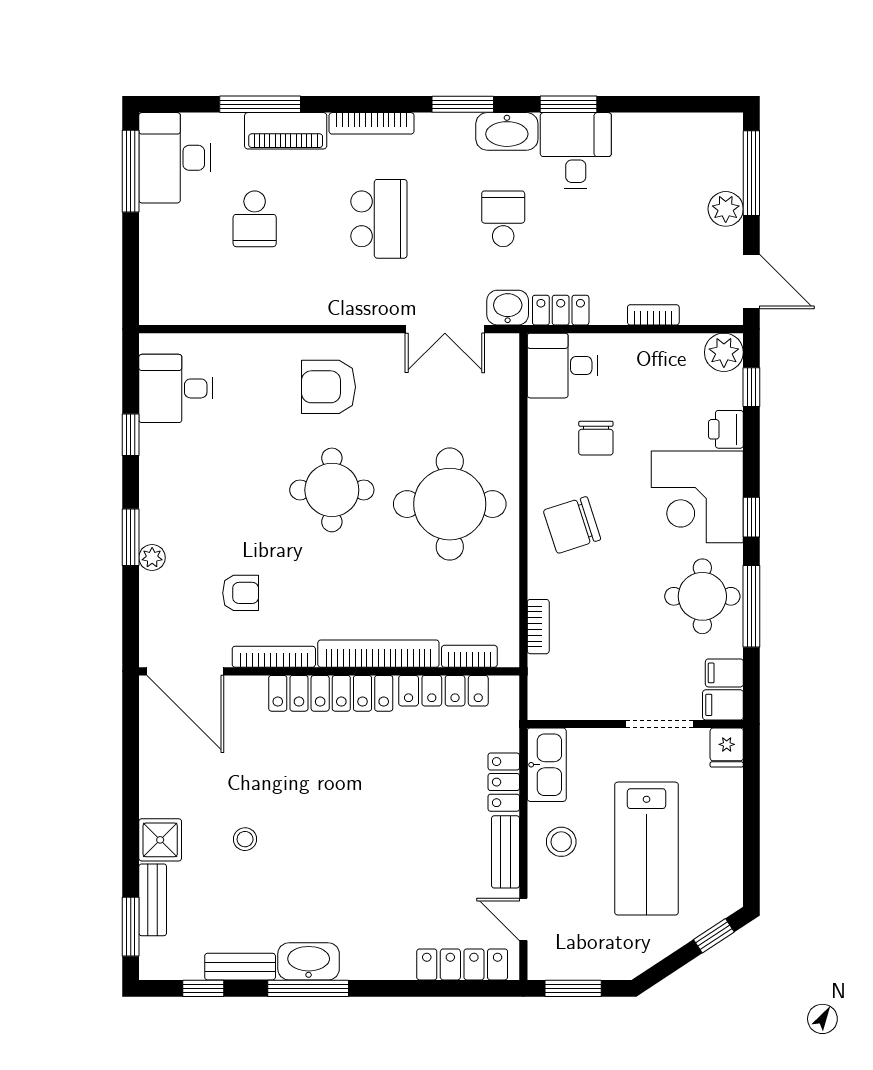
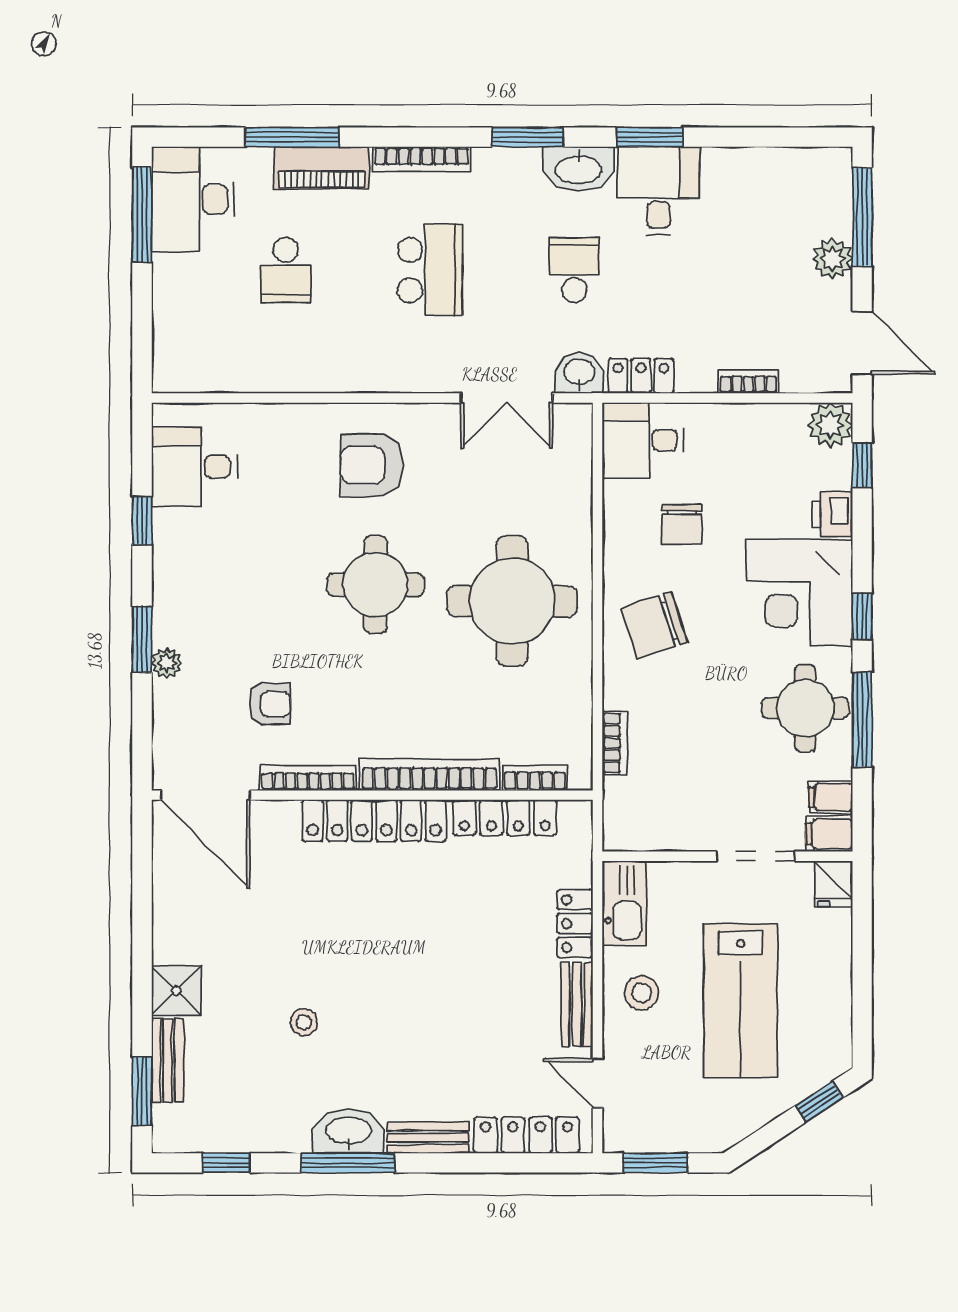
stool: (245, 839) -> (304, 1022), moved
bench: (240, 967) -> (428, 1138), moved

